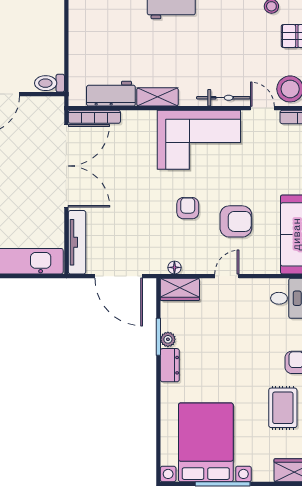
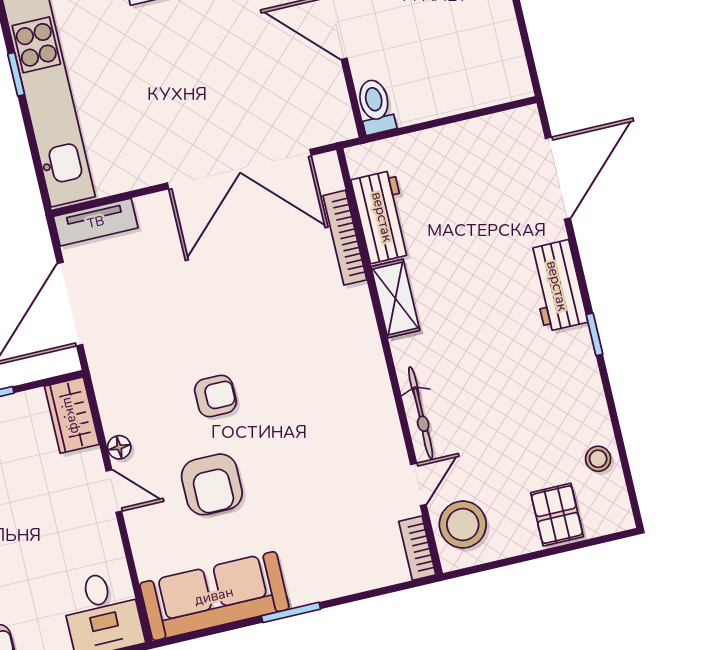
bookcase: (94, 117) -> (345, 238), moved
corner sofa: (199, 140) -> (338, 388), removed
tv unit: (77, 242) -> (96, 222), width x0.71
floor lamp: (174, 267) -> (119, 447), moved

